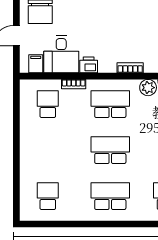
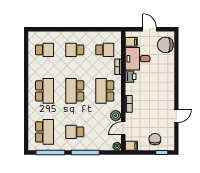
school desk: (110, 104) -> (105, 91), turned 180
school desk: (48, 150) -> (75, 50), added
school desk: (110, 150) -> (75, 91), turned 180

